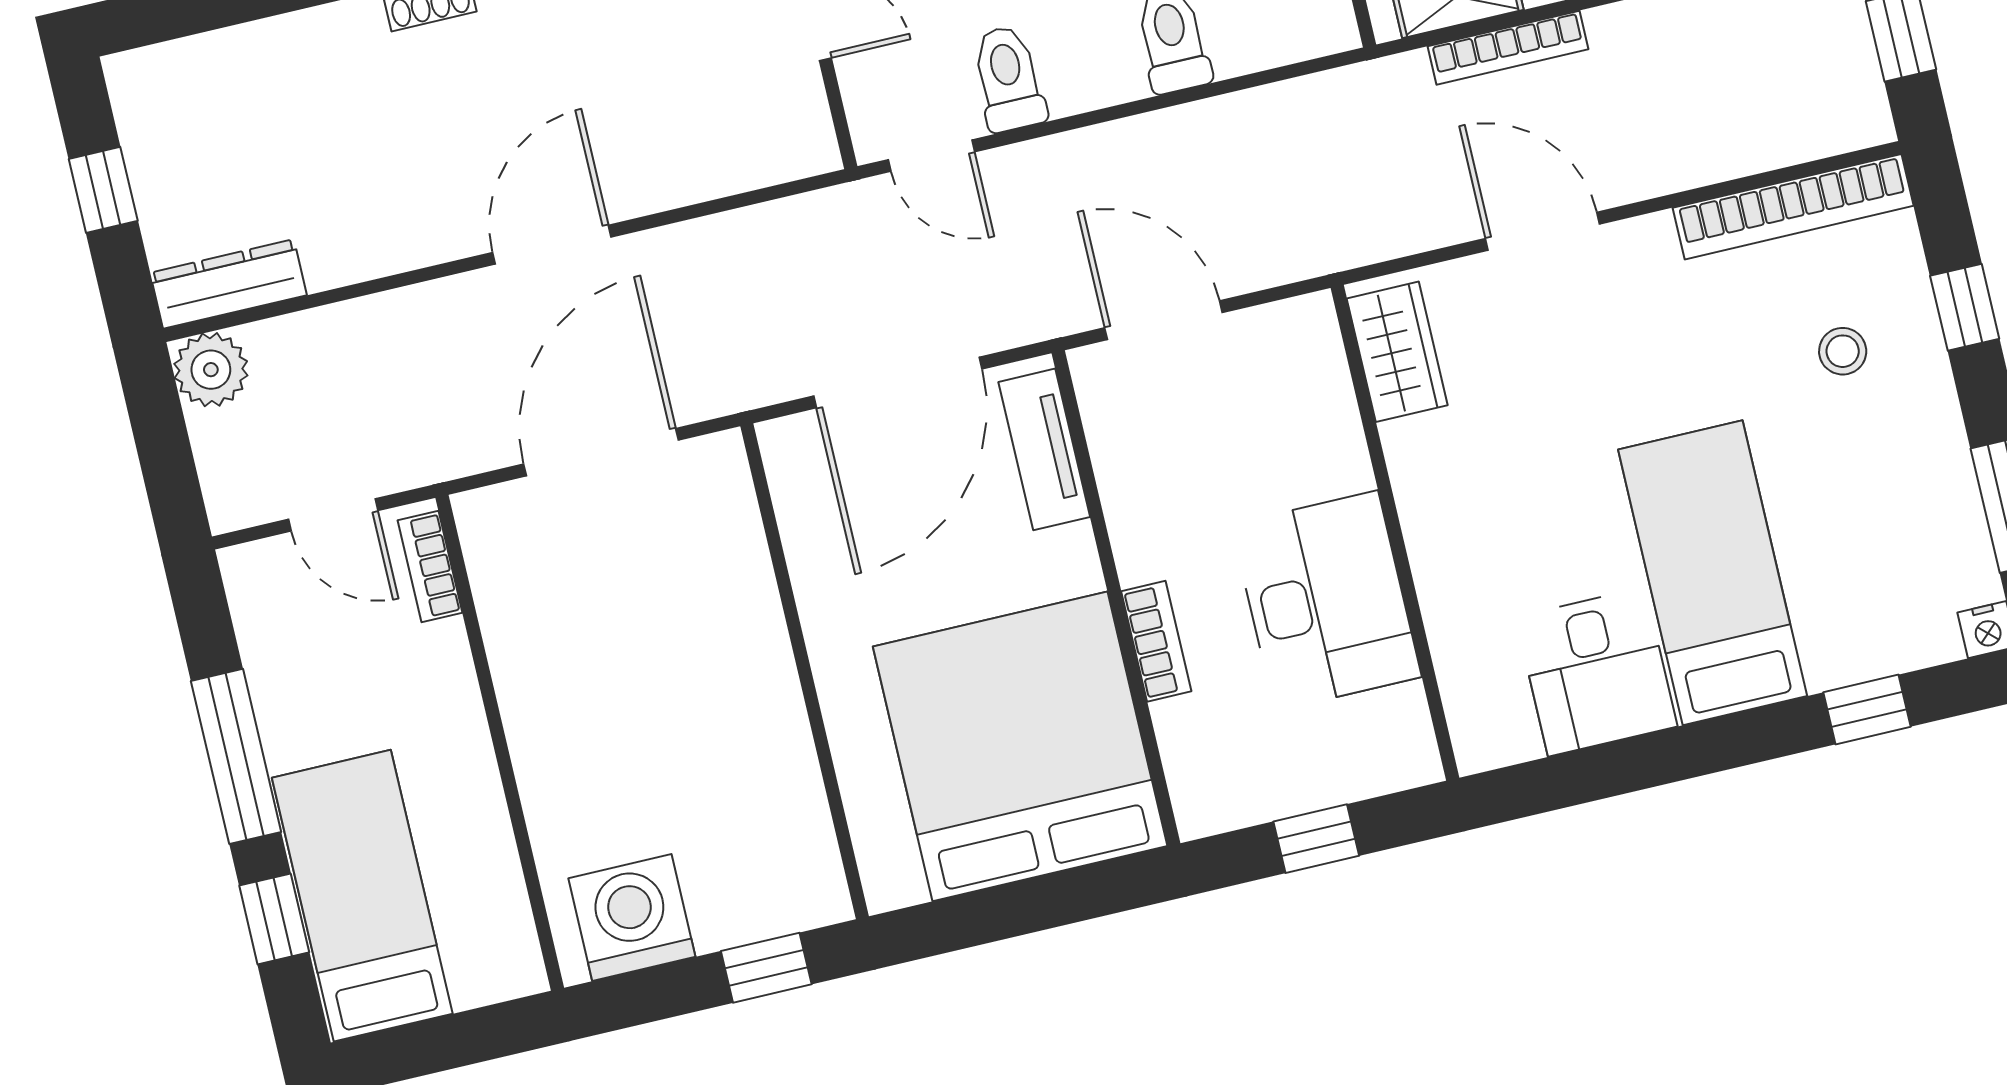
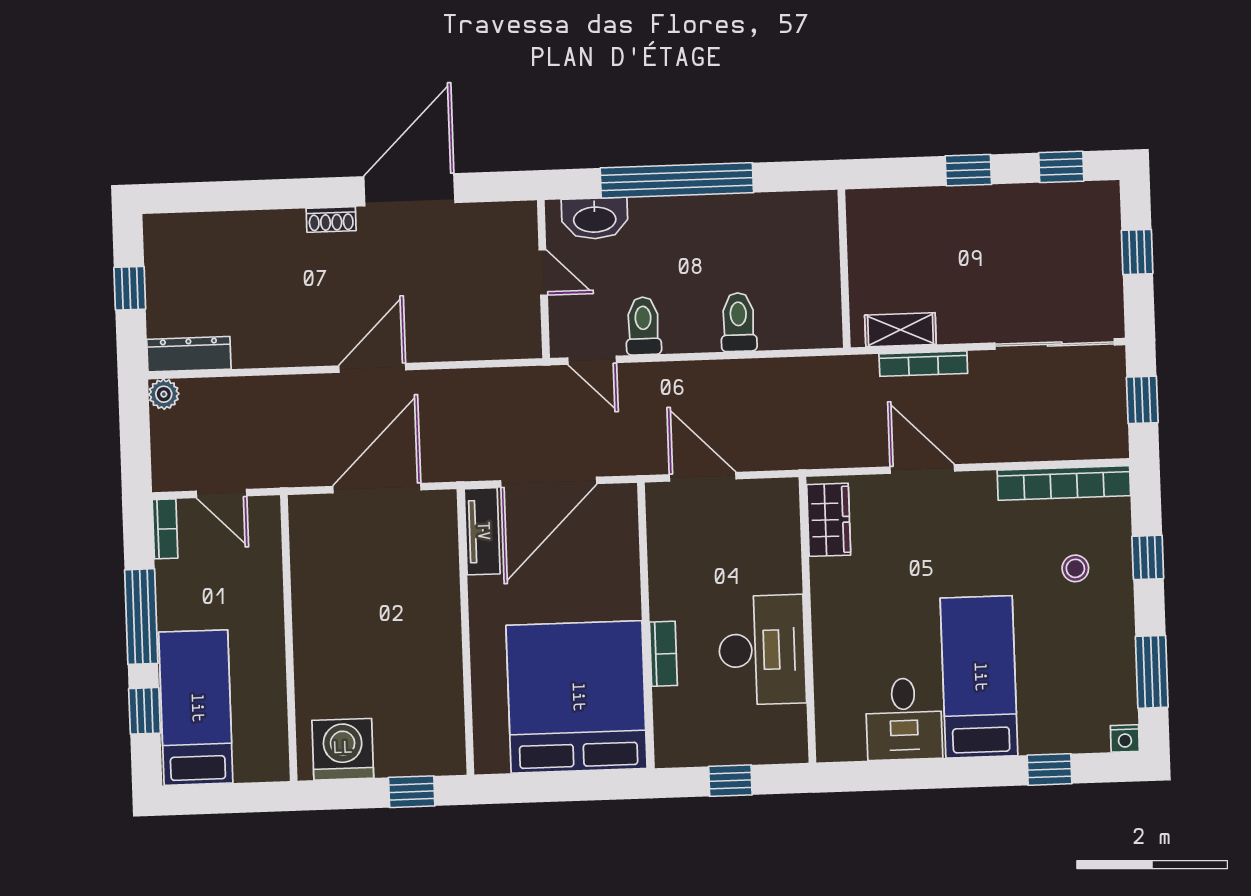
plant: (211, 370) -> (164, 394), width x0.73, depth x0.73
tv unit: (1044, 449) -> (482, 531), moved, turned 180
bookcase: (430, 566) -> (165, 529), moved, turned 180

